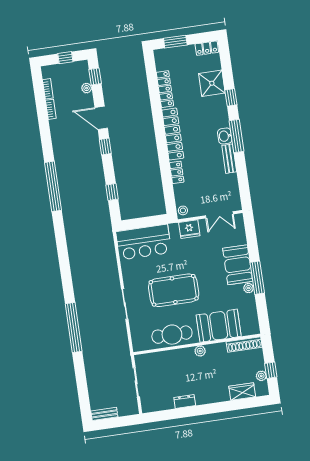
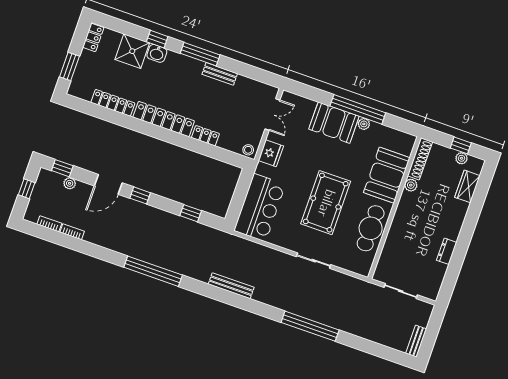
washbasin: (225, 136) -> (157, 53), moved
bench: (73, 252) -> (231, 286), added
window: (257, 278) -> (358, 109), width x1.46
plant: (200, 351) -> (411, 185), moved

